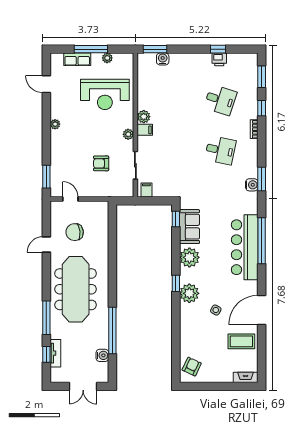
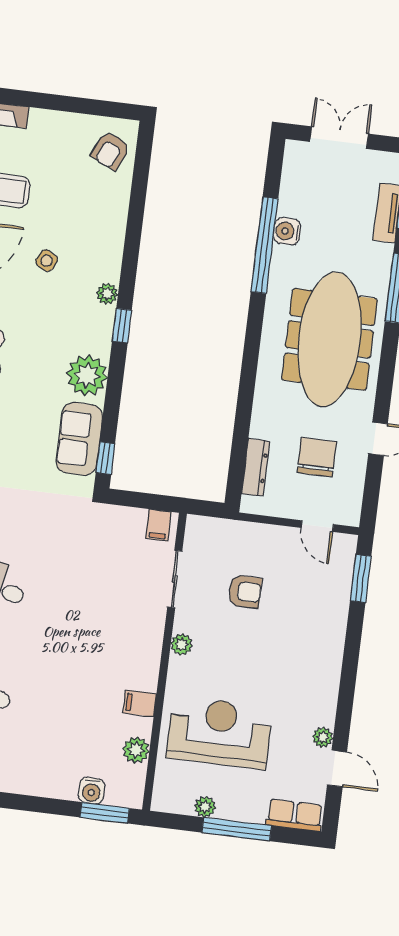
row of seats: (77, 59) -> (295, 815), moved
plant: (144, 117) -> (136, 750), moved
plant: (55, 124) -> (323, 737), moved
filing cabinet: (145, 130) -> (140, 703), moved
dresser: (103, 224) -> (256, 467), added
chair: (75, 232) -> (317, 457), turned -83
plant: (189, 293) -> (107, 294), width x0.53, depth x0.53
water cooler: (102, 355) -> (287, 231), moved

